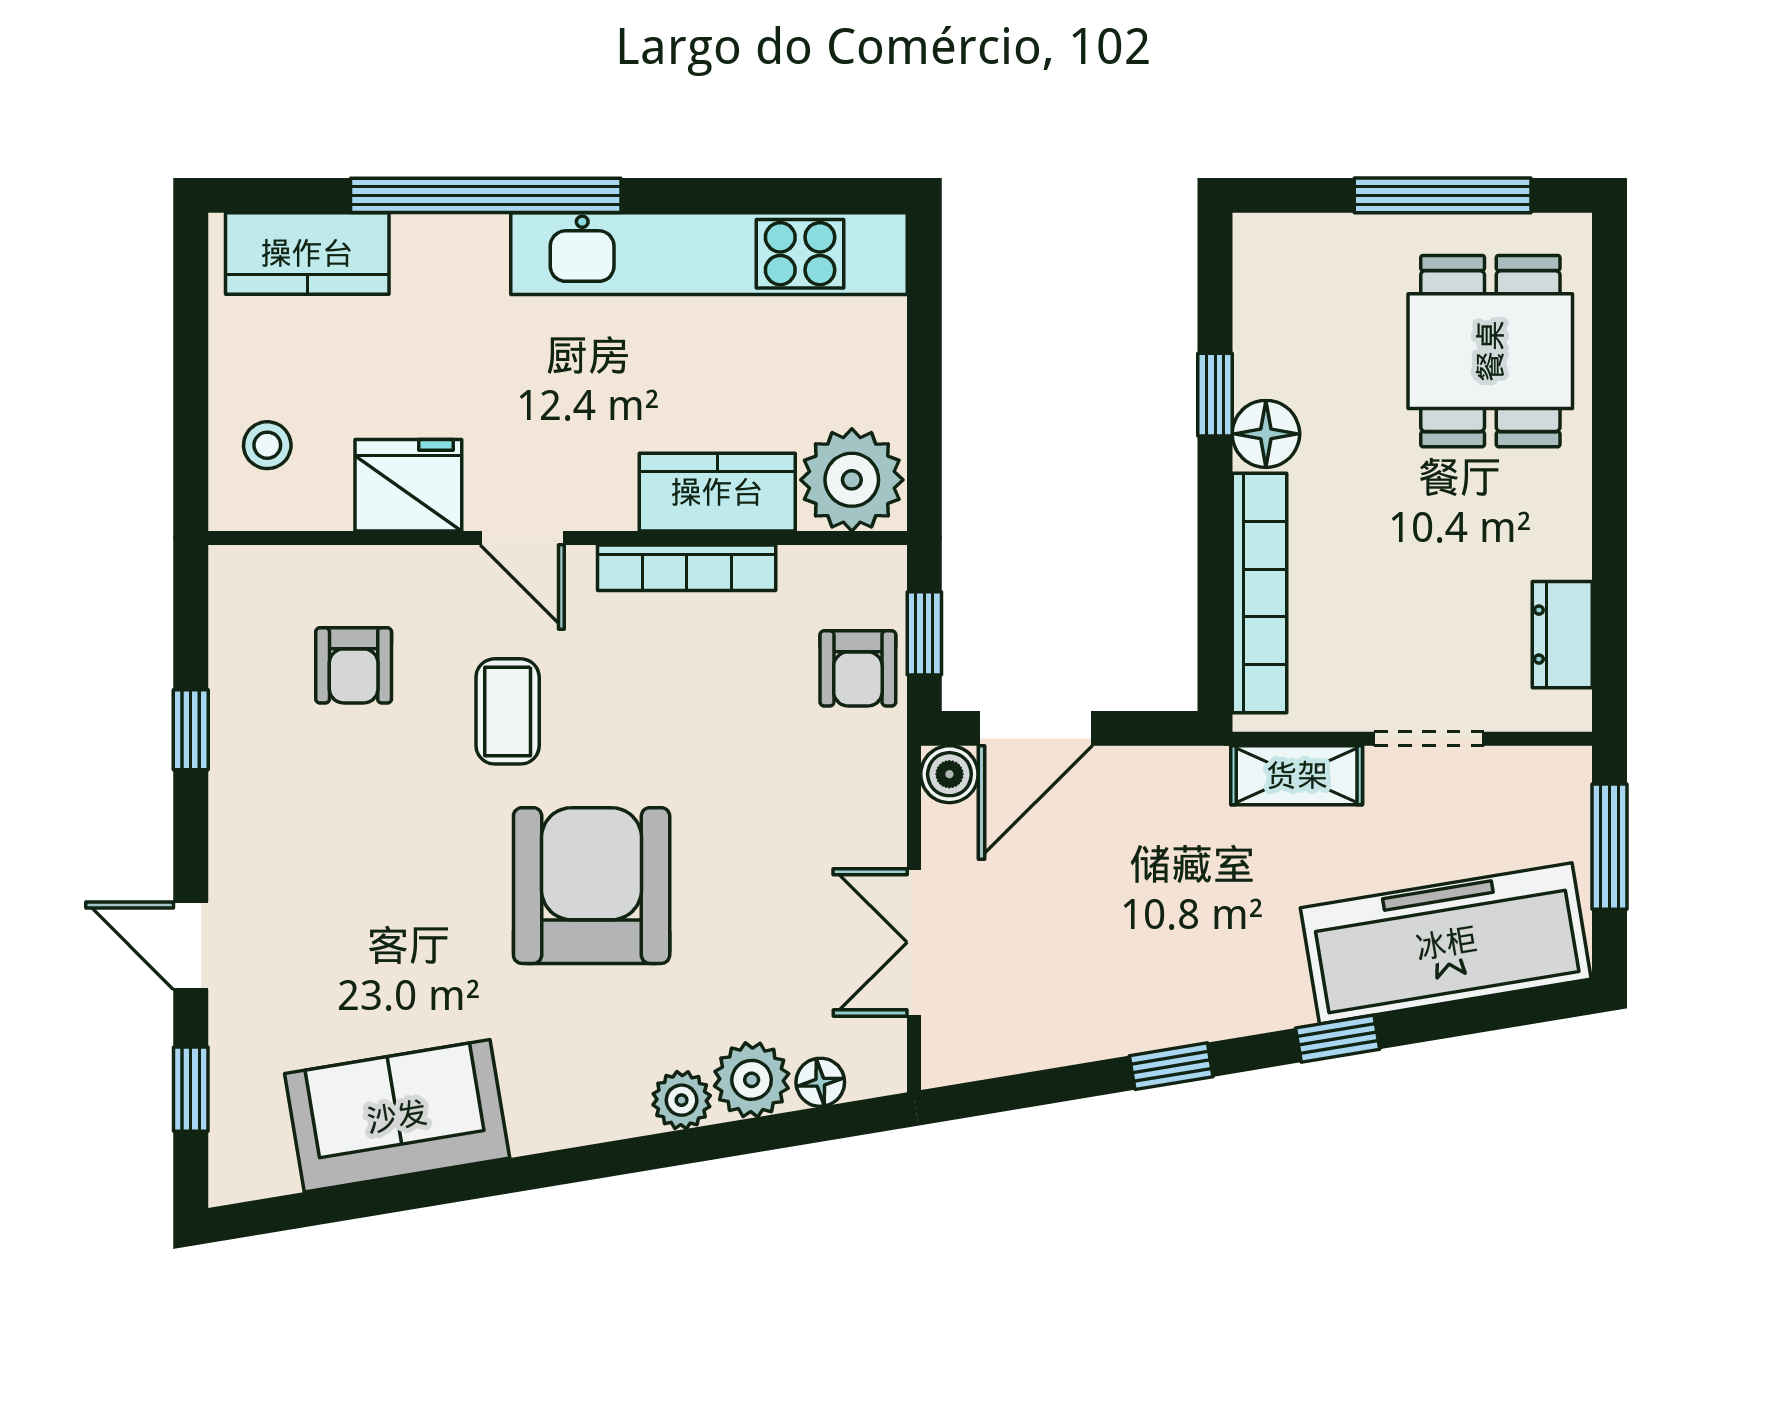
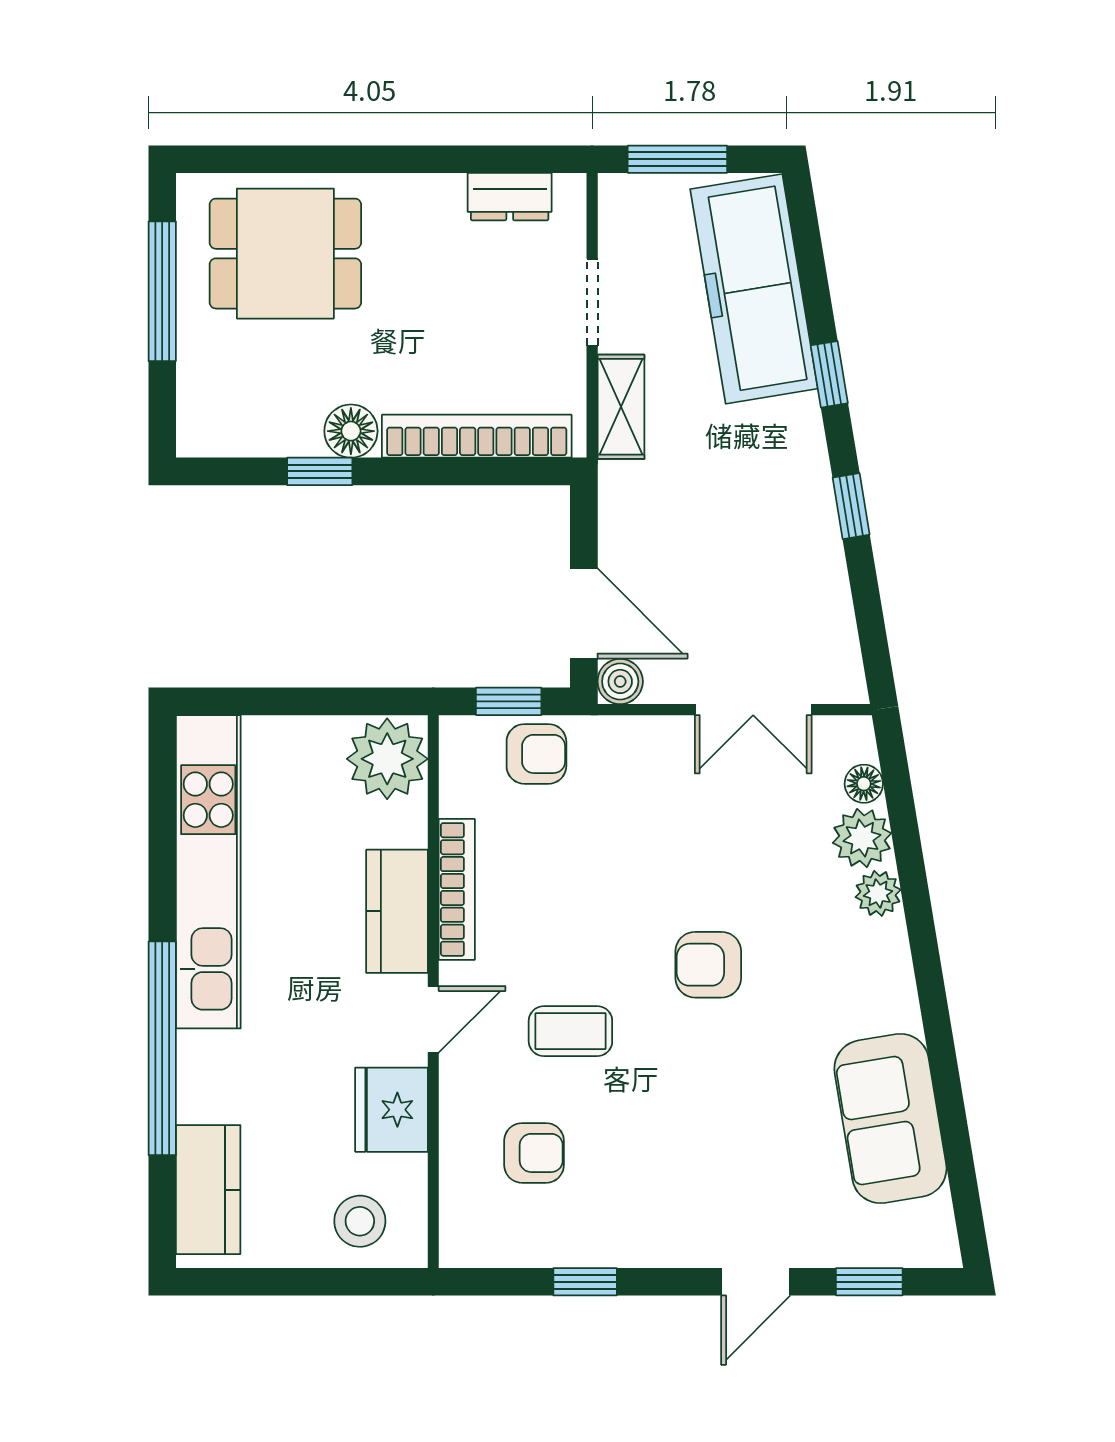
stool: (267, 445) -> (360, 1221), width x1.37, depth x1.37
kitchen counter: (717, 492) -> (397, 911), moved
armchair: (592, 886) -> (708, 965), width x0.53, depth x0.53

